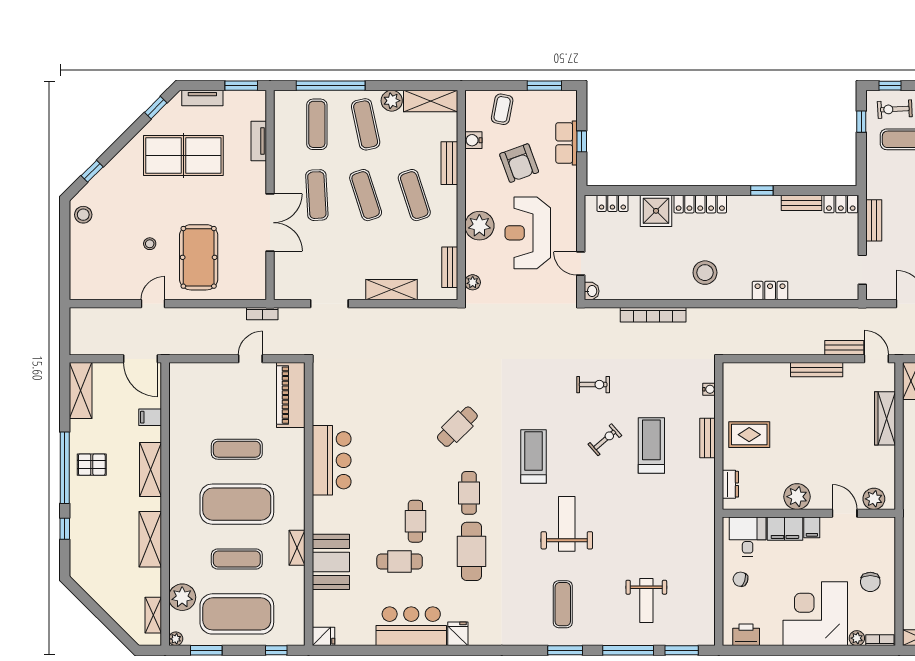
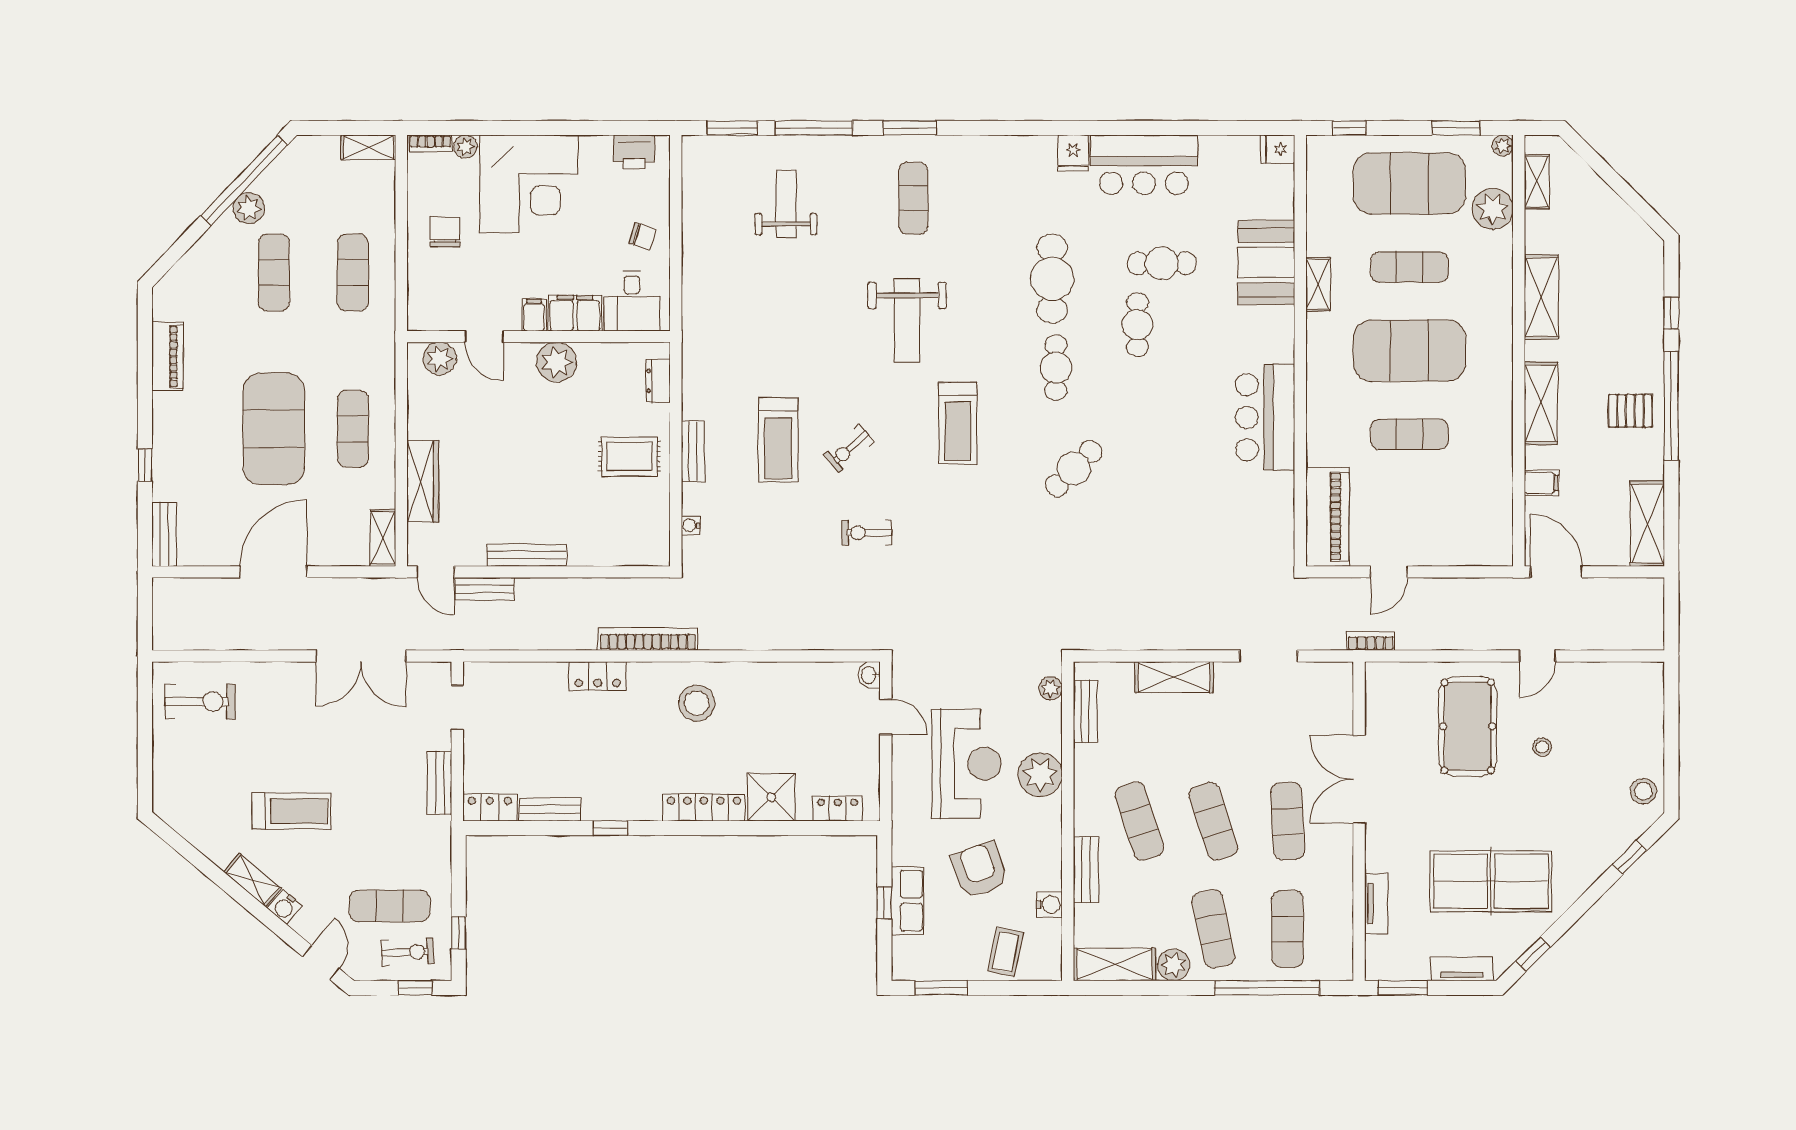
bookcase: (653, 315) -> (648, 639), moved

